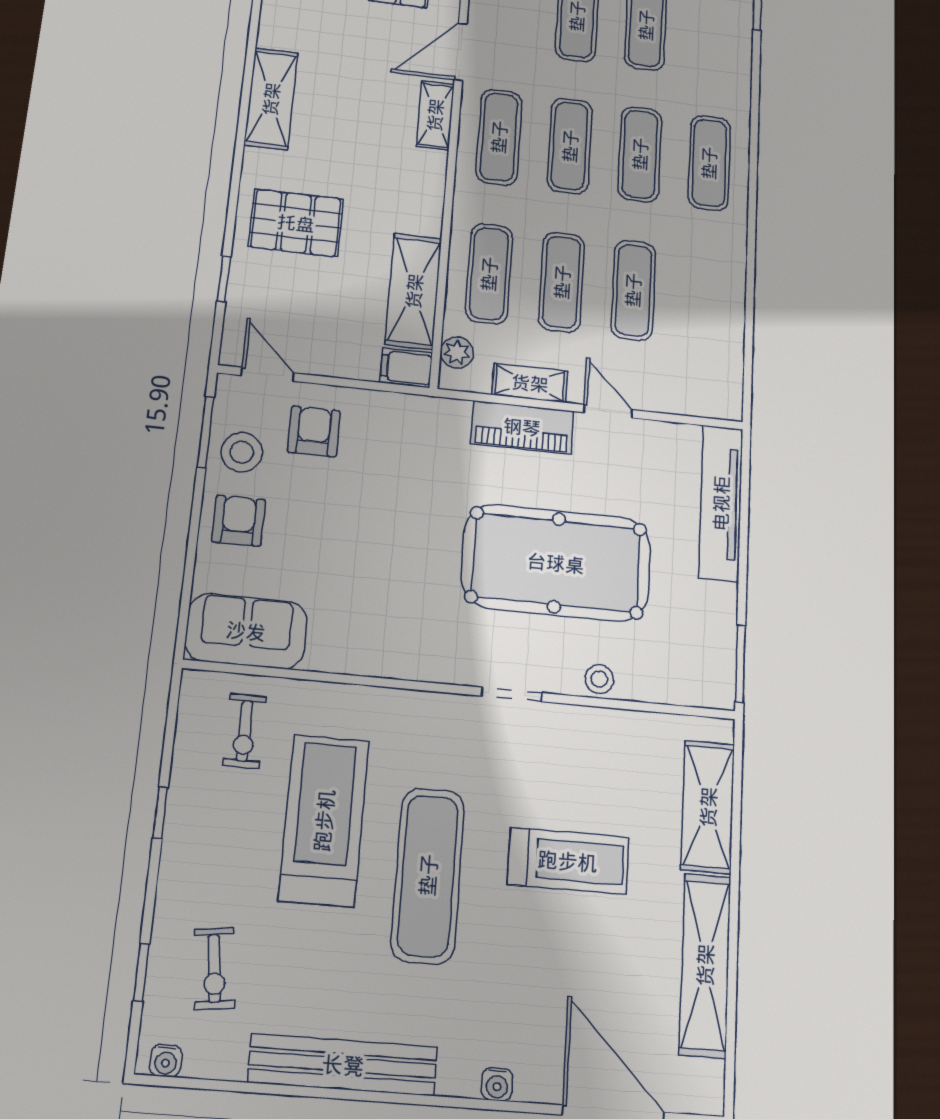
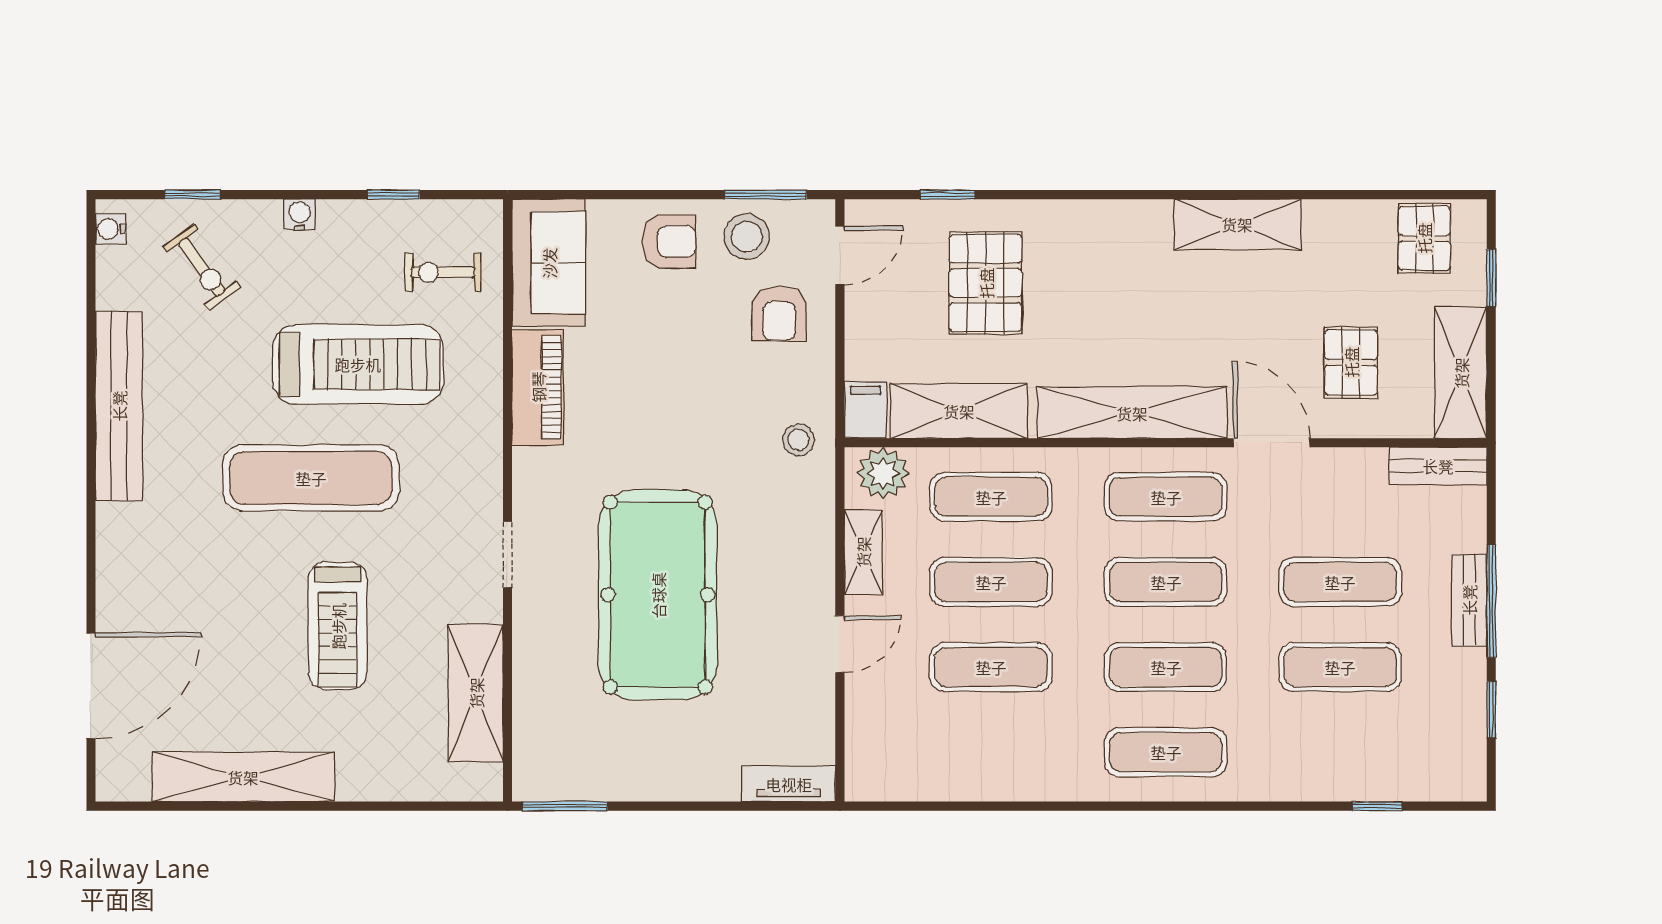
shelving: (271, 99) -> (1237, 224), moved
shelving: (435, 115) -> (1132, 413), width x2.20, depth x1.33
pallet: (296, 223) -> (986, 283), moved
plant: (457, 353) -> (883, 473), width x1.38, depth x1.38
piano: (522, 427) -> (538, 387), moved, turned 180
armchair: (314, 431) -> (779, 313), turned 90
tv unit: (721, 503) -> (789, 784), width x0.52, depth x0.78
stool: (599, 679) -> (798, 440), moved
shelving: (708, 807) -> (476, 693), moved, turned 90
window: (160, 813) -> (394, 195), moved
exercise bike: (214, 968) -> (202, 267), turned -119
water cooler: (497, 1084) -> (300, 215), moved, turned 90

